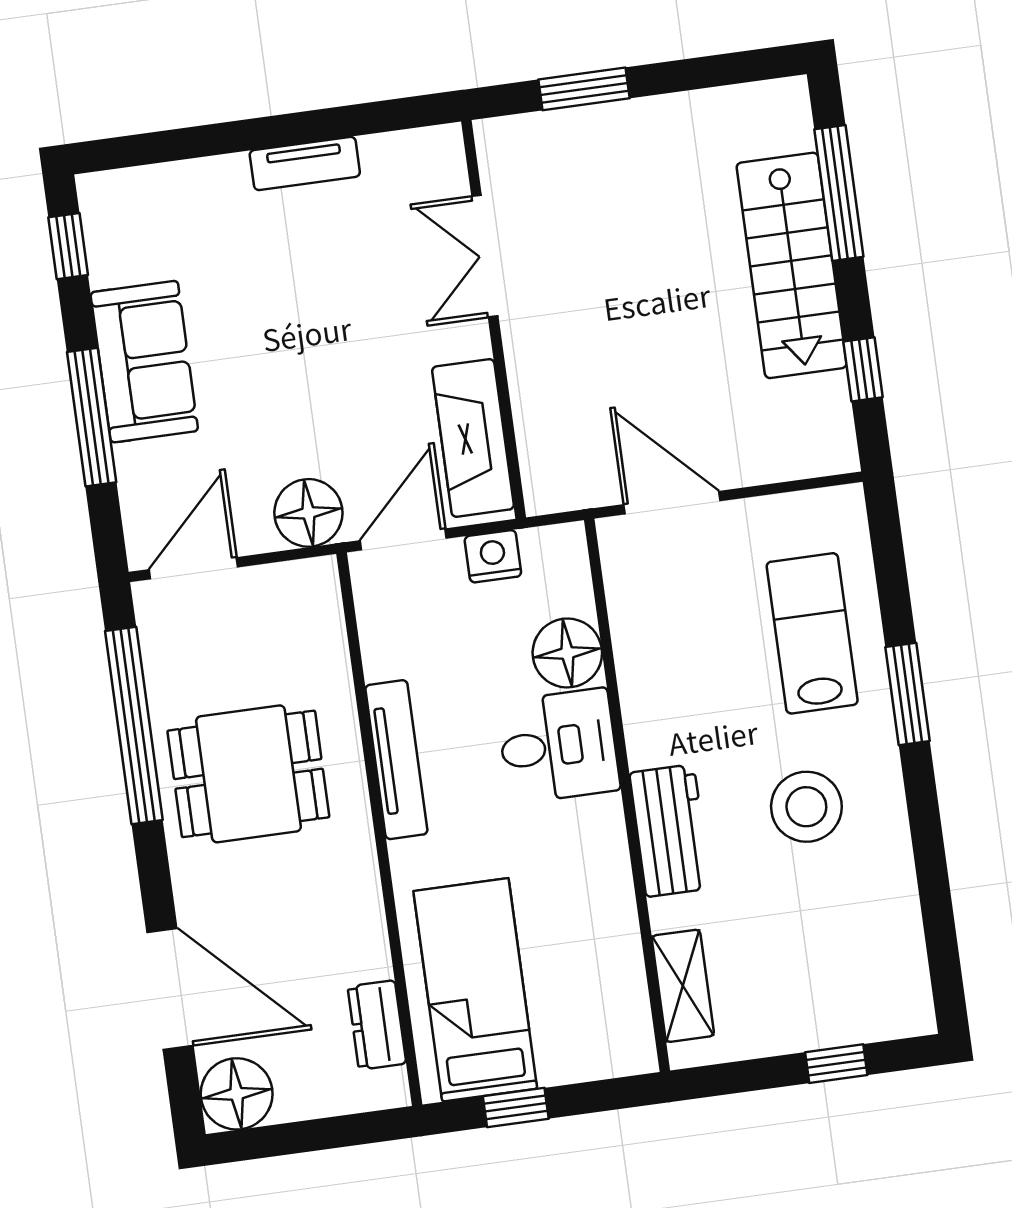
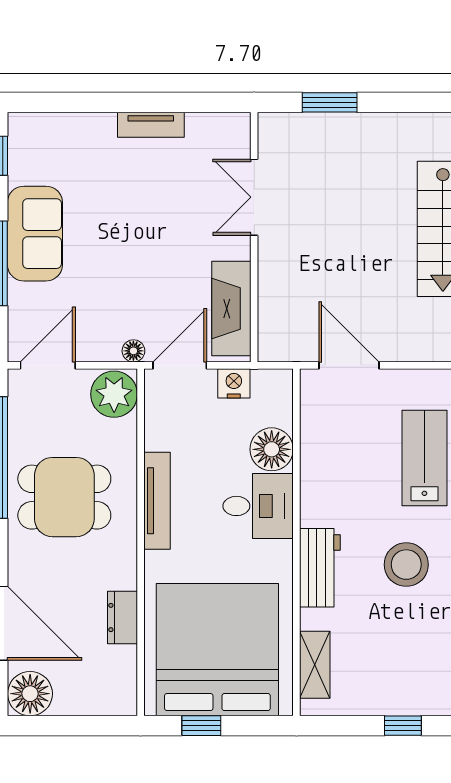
floor lamp: (308, 513) -> (133, 351), width x0.53, depth x0.53
plant: (305, 600) -> (114, 394), added
bed: (475, 990) -> (217, 650), width x2.04
dresser: (377, 1025) -> (122, 618), moved

